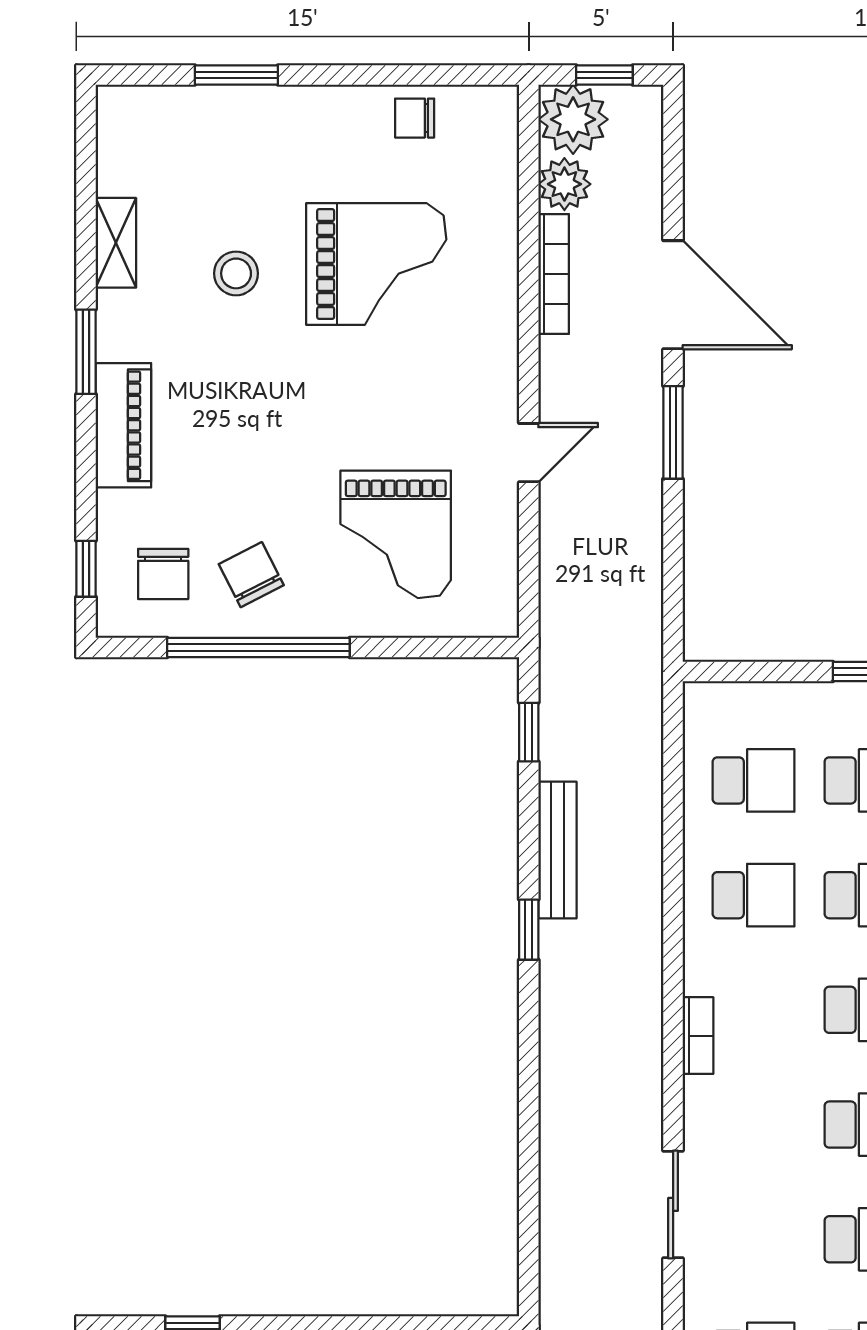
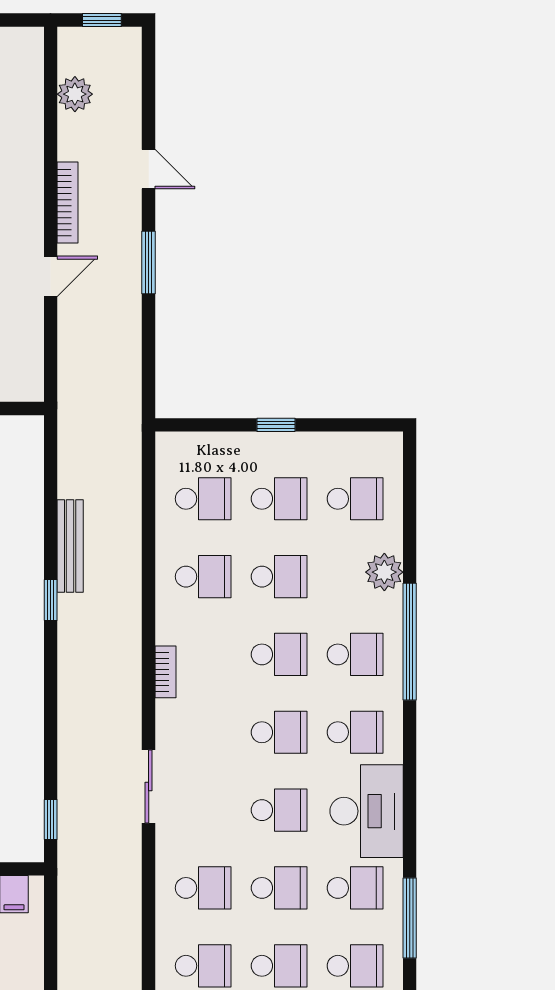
plant: (573, 119) -> (81, 50), removed
bookcase: (554, 274) -> (68, 203), moved
door: (673, 295) -> (149, 169), width x0.53
window: (529, 732) -> (51, 820), moved

